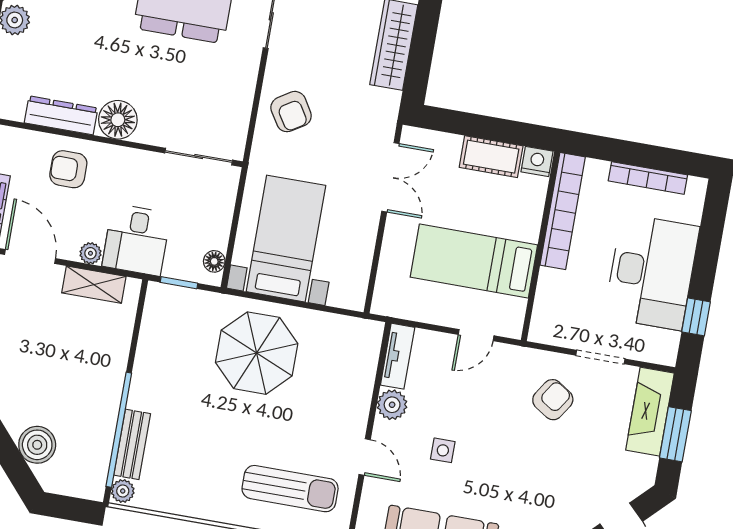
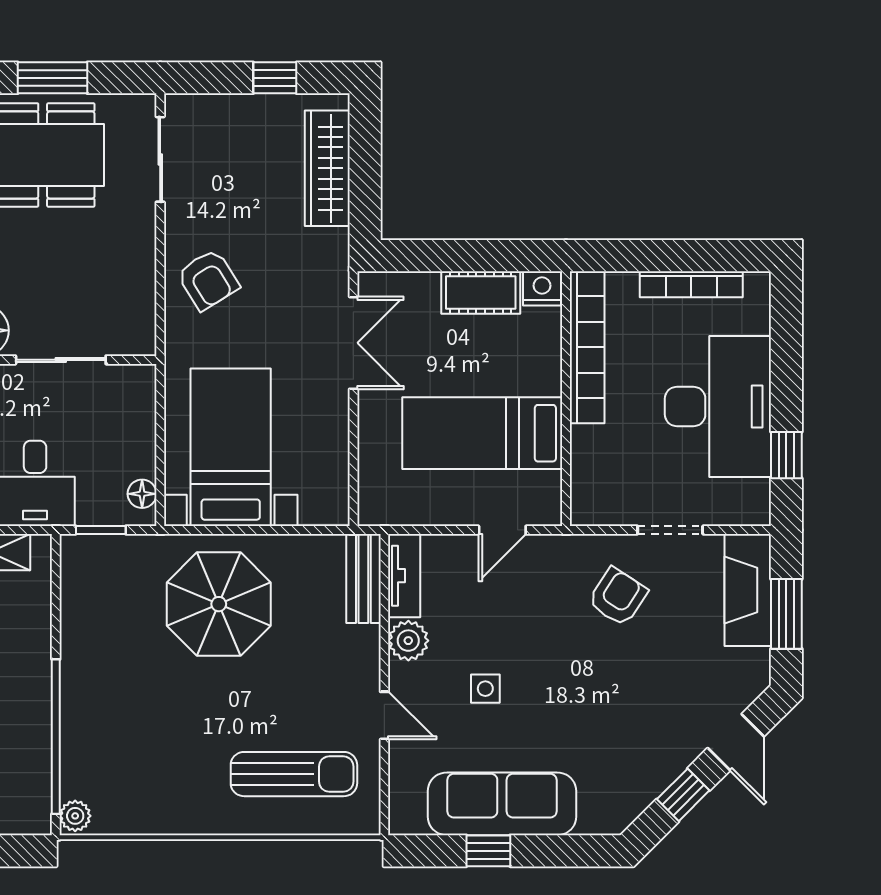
sliding door: (199, 157) -> (61, 360), moved
bench: (132, 444) -> (363, 579), moved

